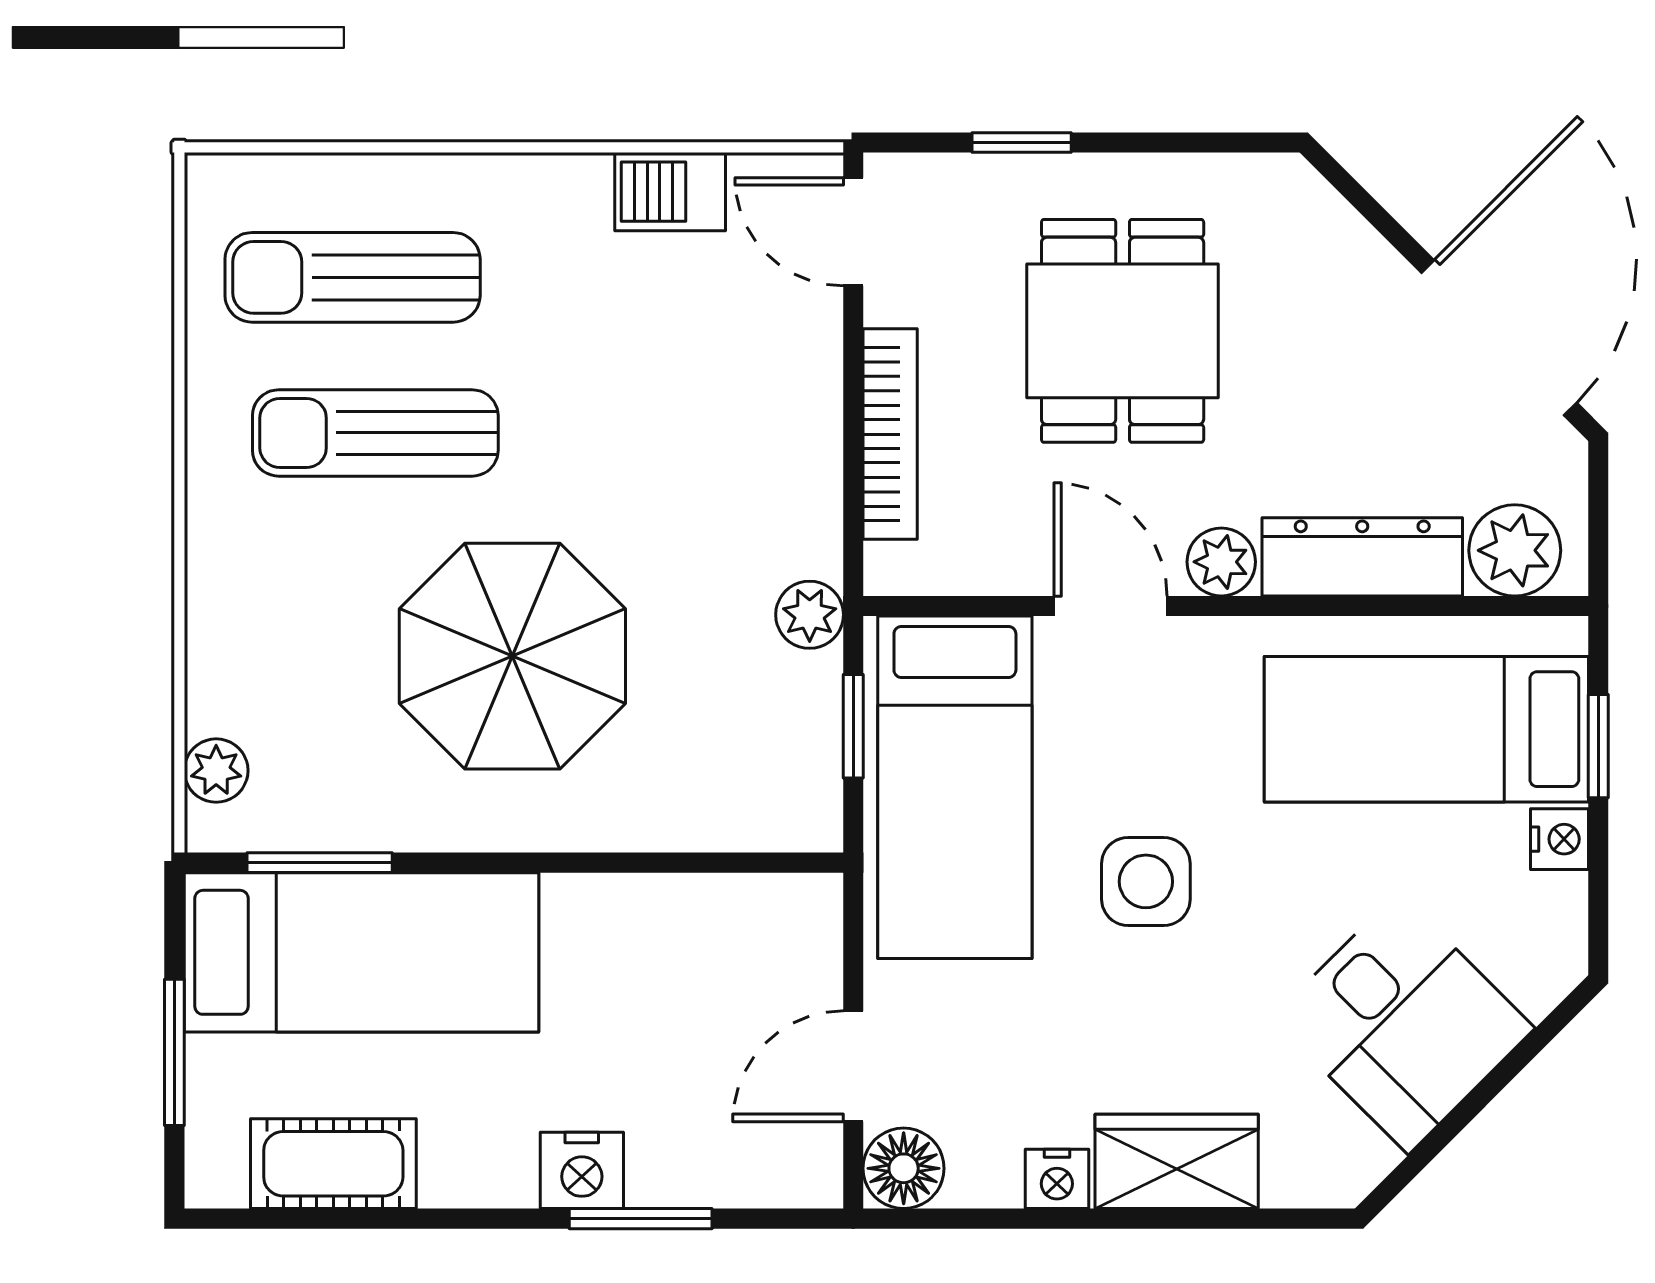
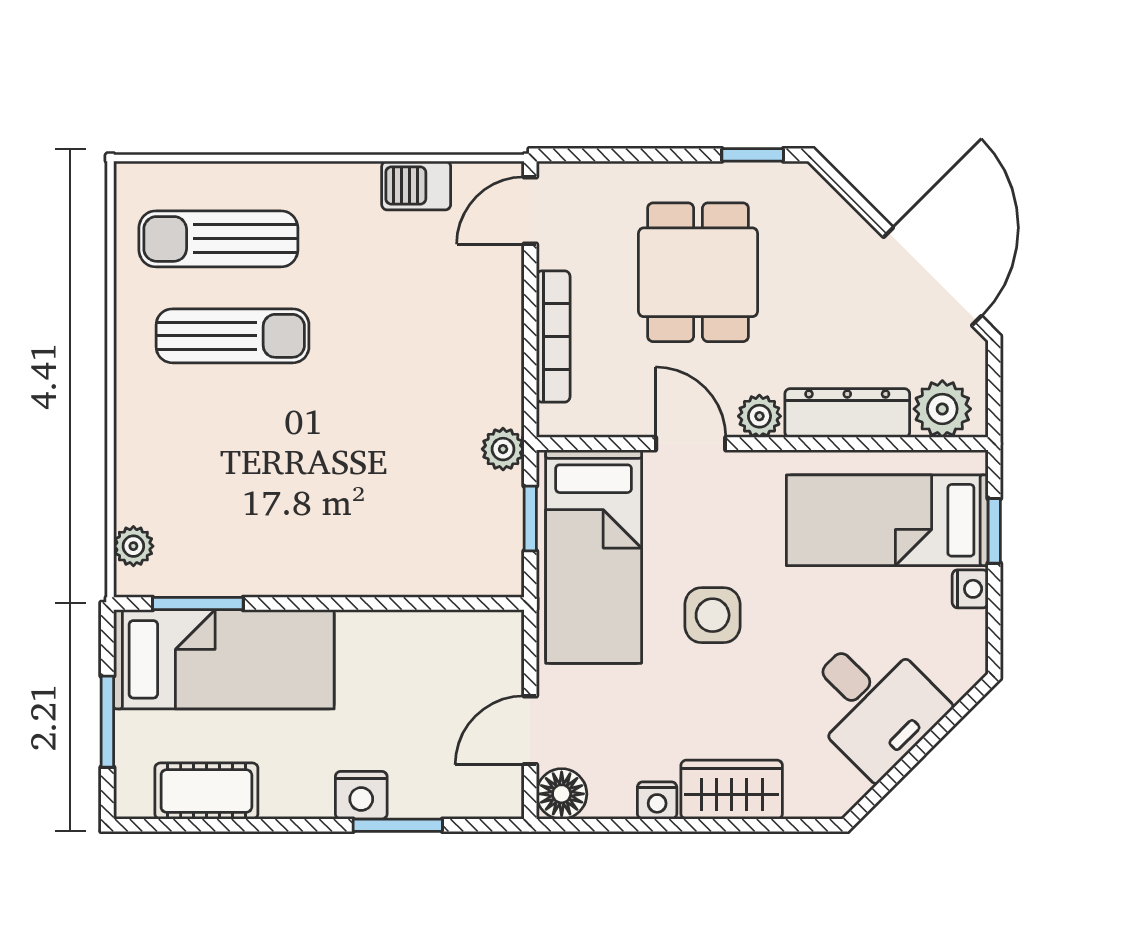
window: (1022, 142) -> (753, 155), moved
door: (853, 232) -> (530, 211), hinge flipped
sun lounger: (375, 433) -> (233, 336), turned 180
parasol: (512, 656) -> (318, 475), removed

